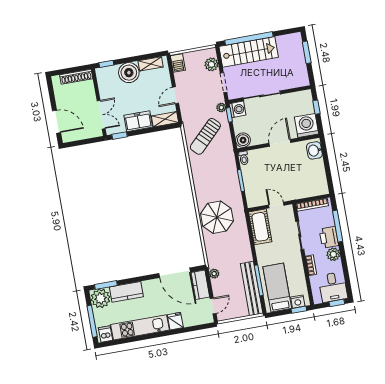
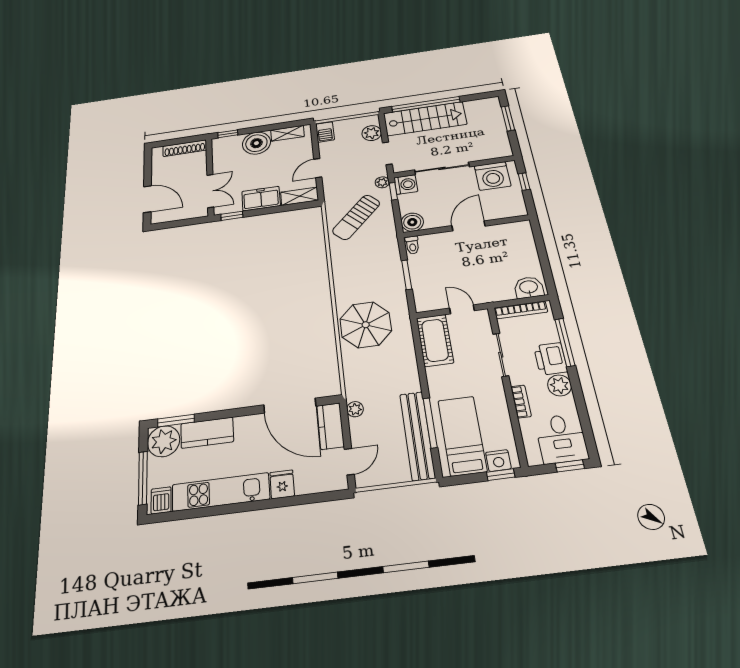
washing machine: (307, 126) -> (493, 176), moved, turned 180
washbasin: (314, 150) -> (529, 287), moved, turned 90

